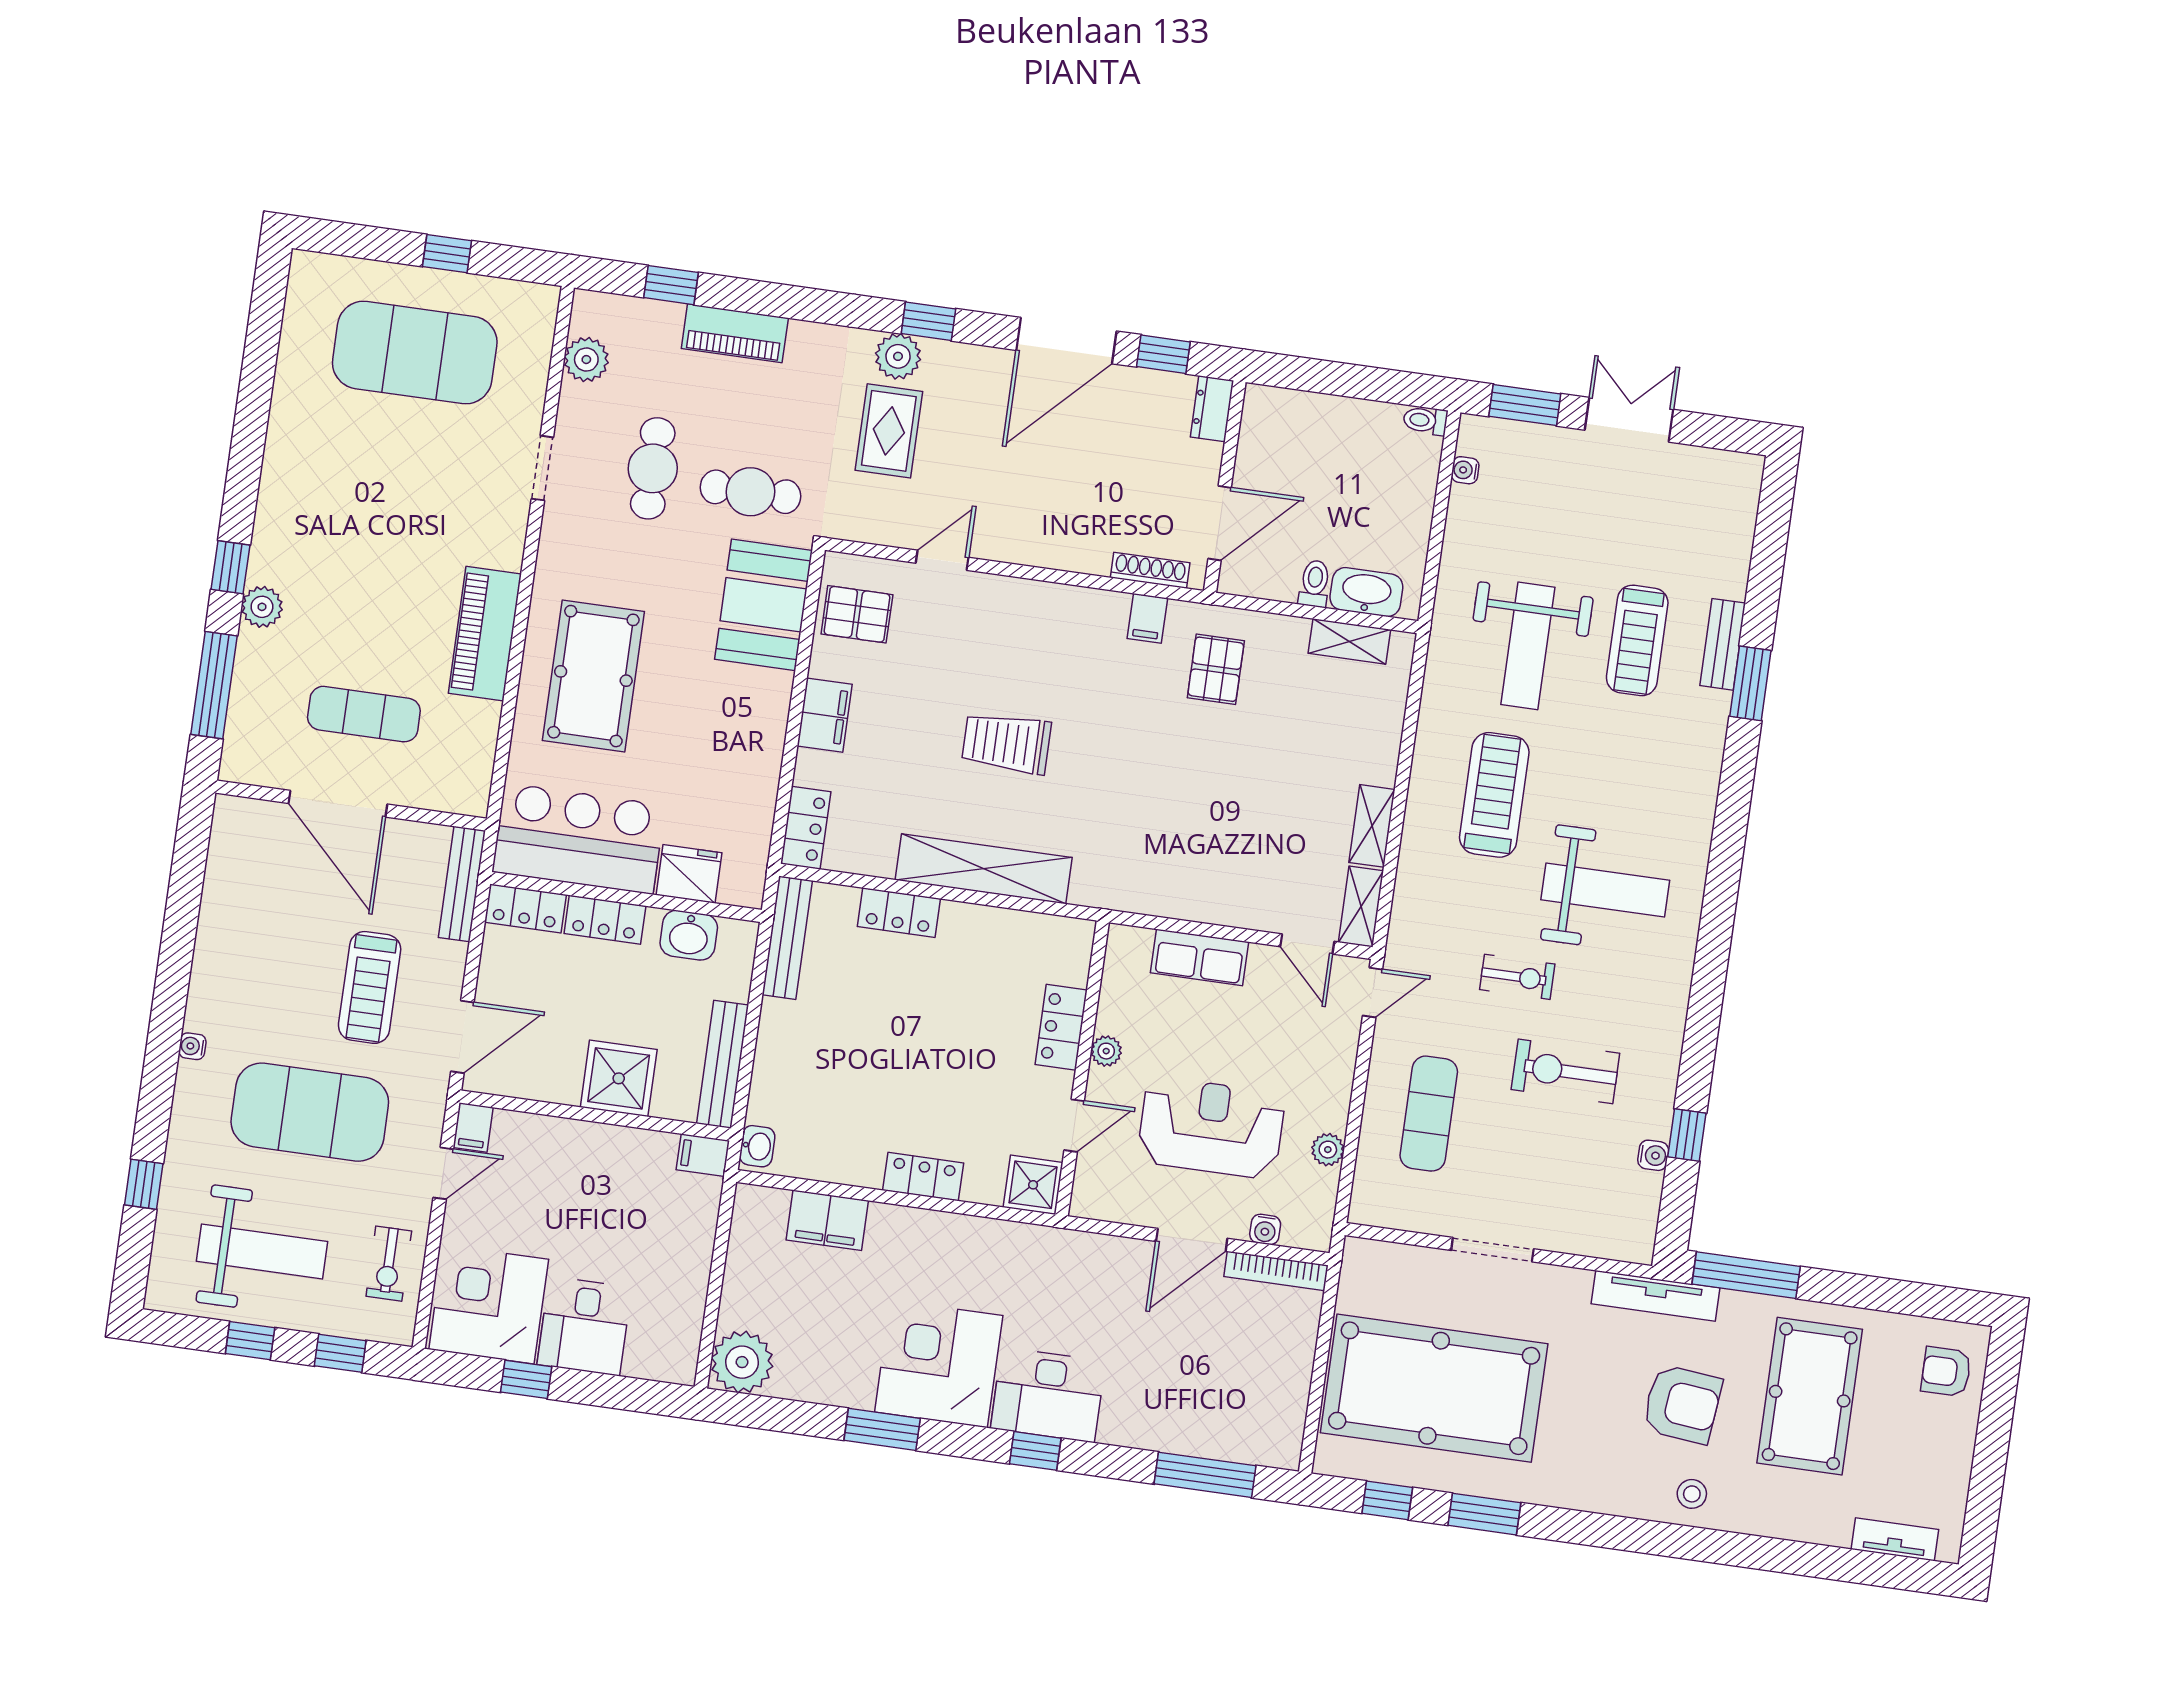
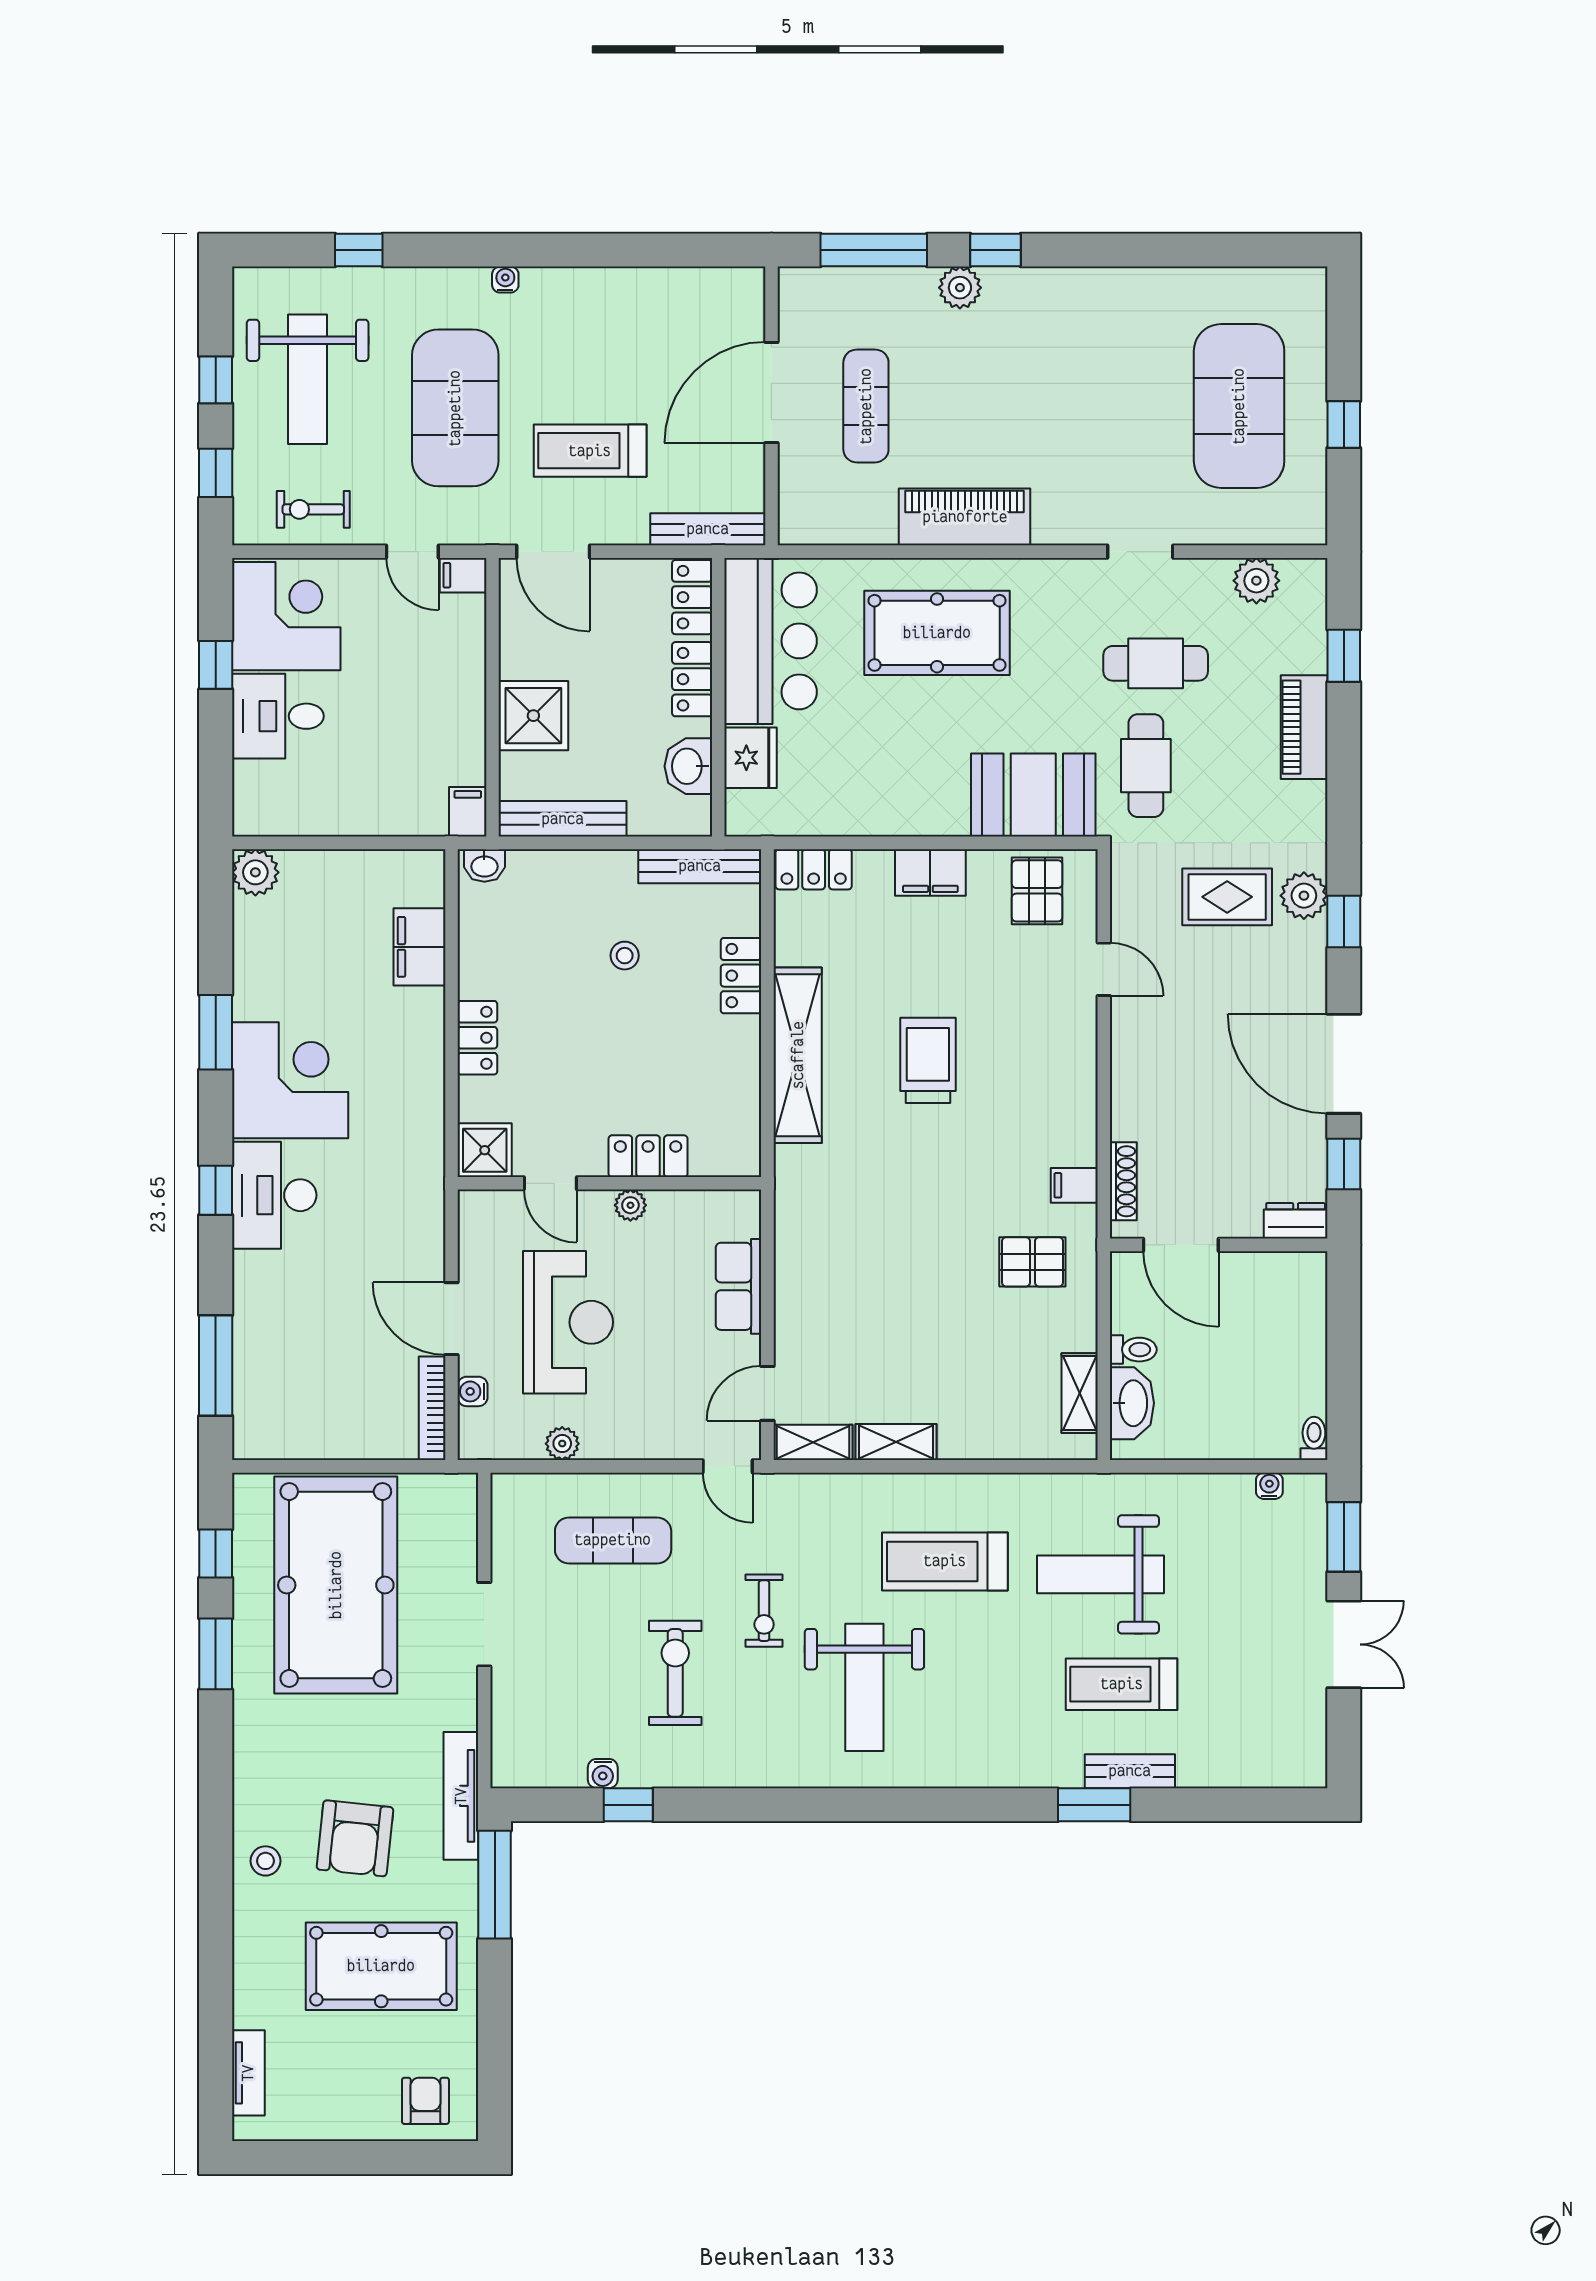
treadmill: (1494, 795) -> (945, 1561), turned 180
stool: (864, 1023) -> (625, 956), added
plant: (742, 1362) -> (255, 872), width x0.73, depth x0.73

